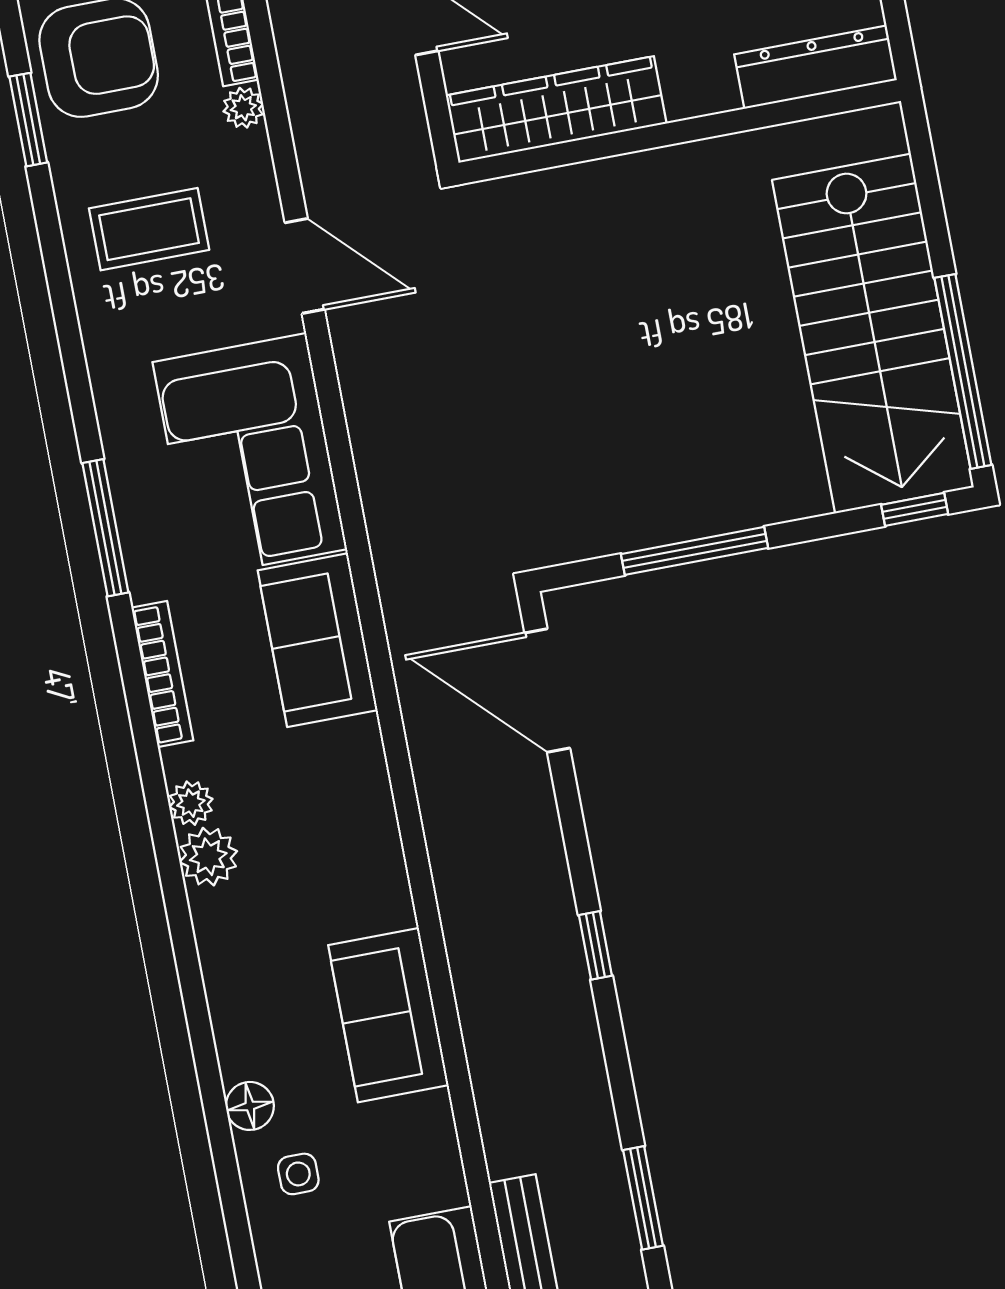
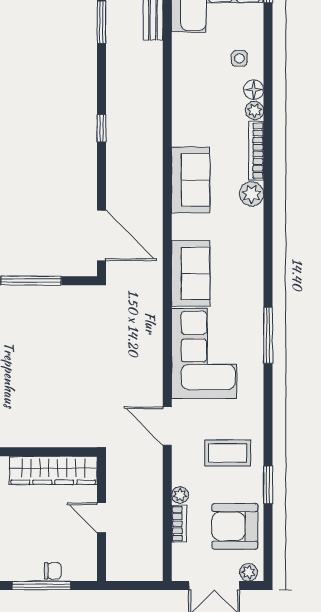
window: (28, 120) -> (268, 485), moved
bookcase: (162, 674) -> (256, 151), moved
plant: (191, 803) -> (255, 110), moved
sofa: (388, 1015) -> (191, 180), moved

